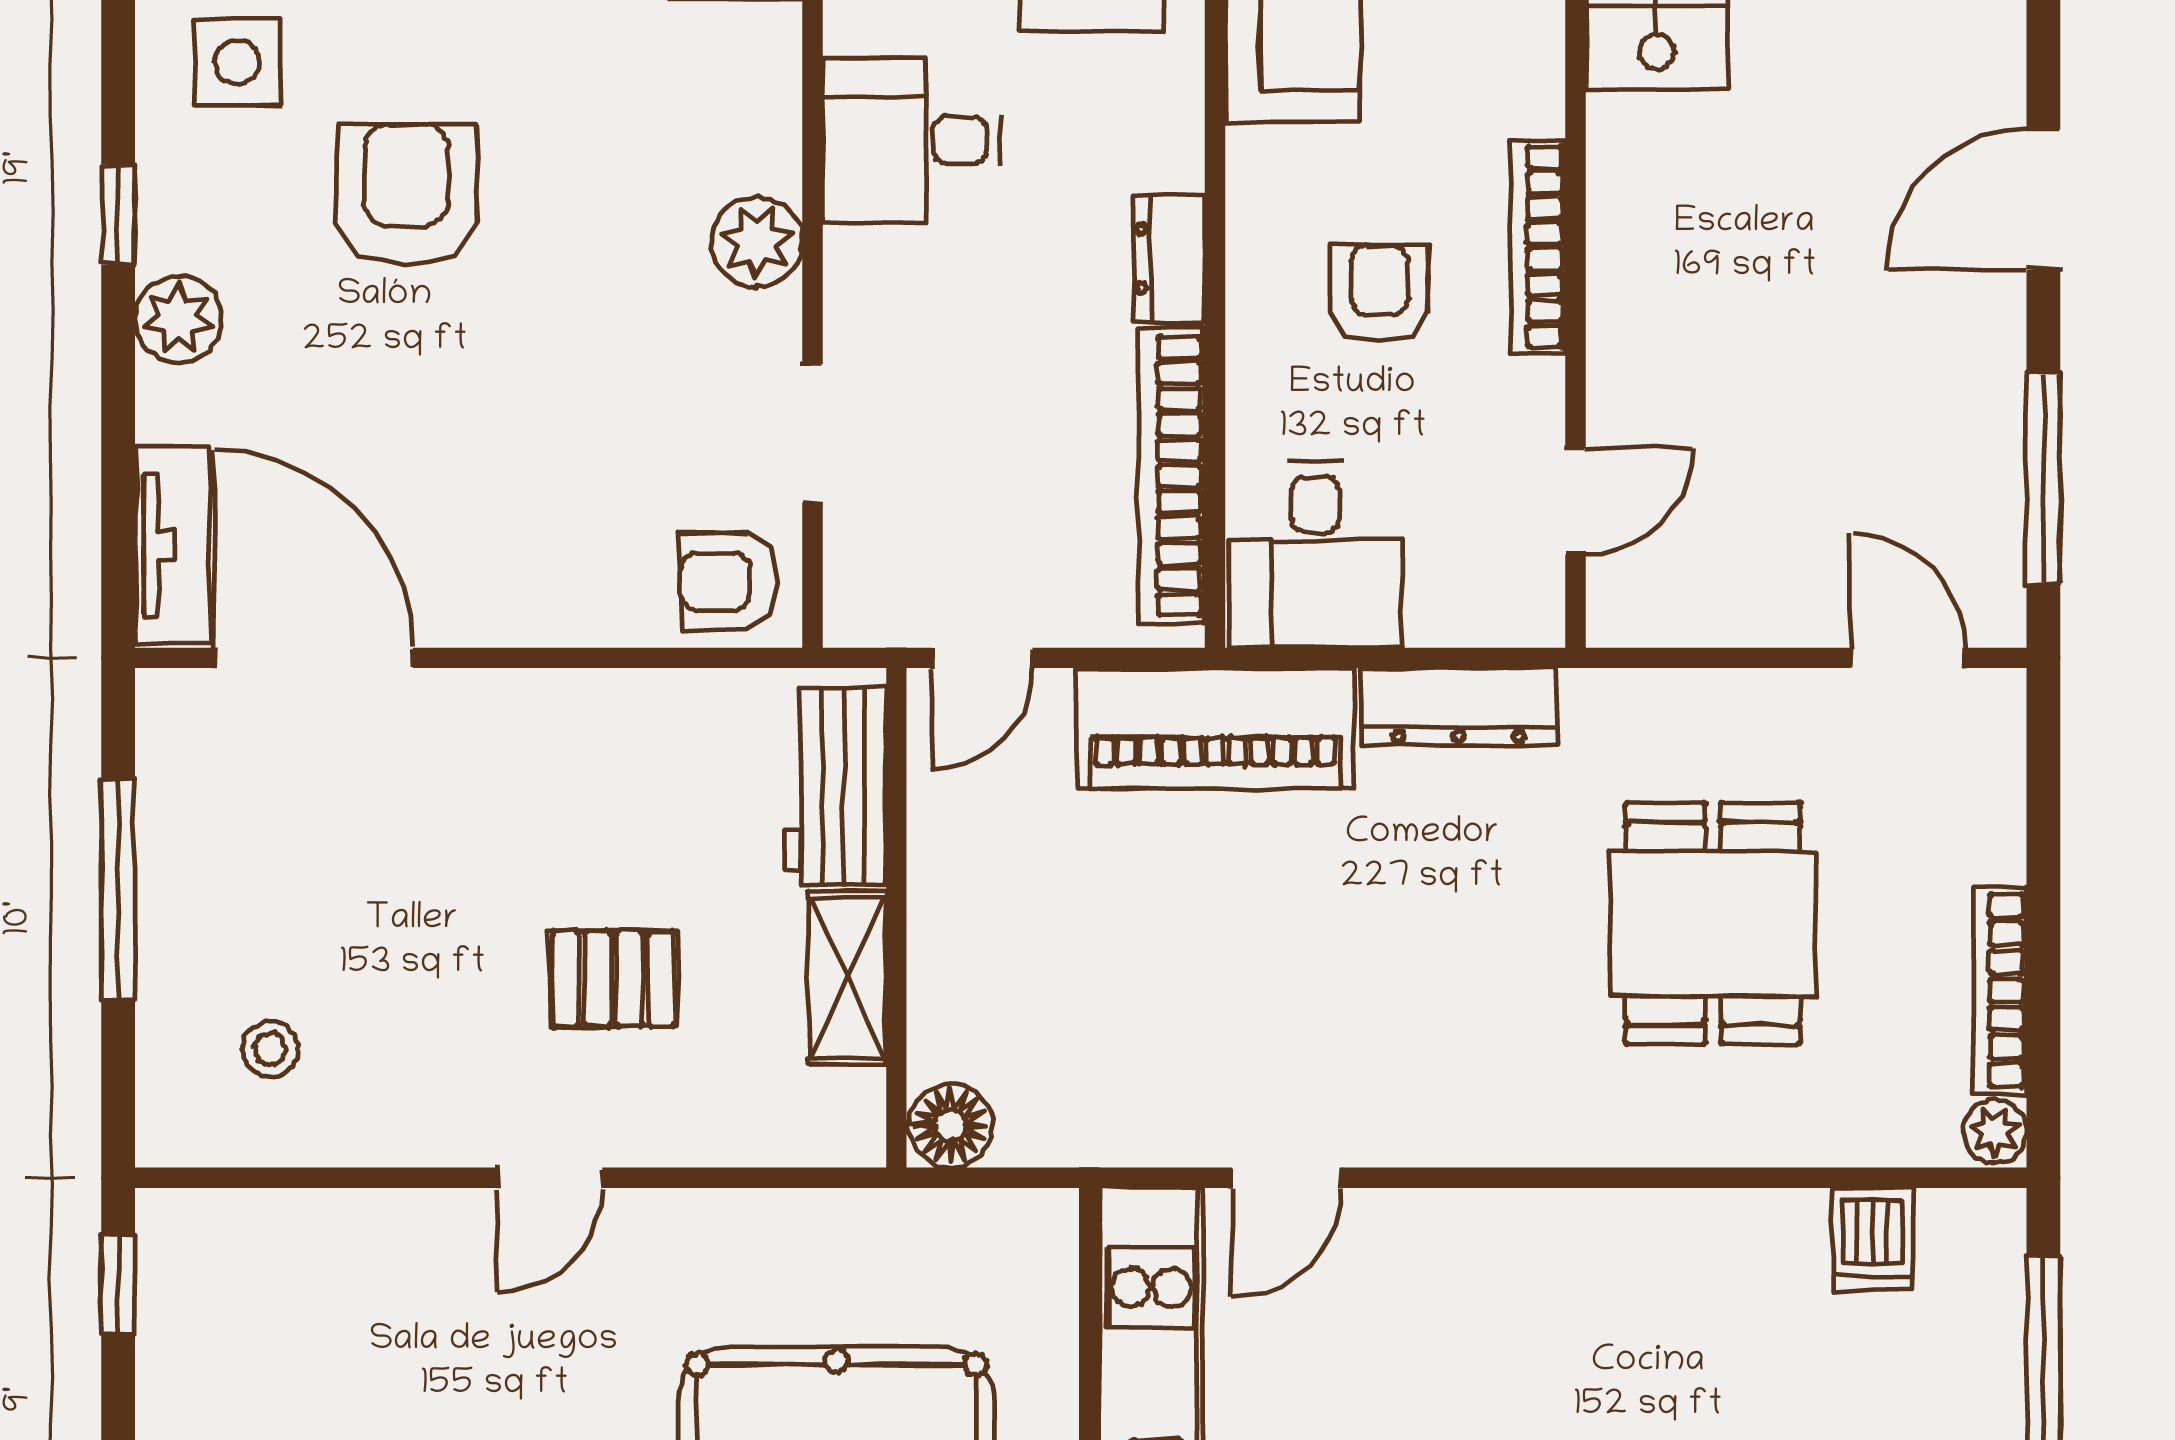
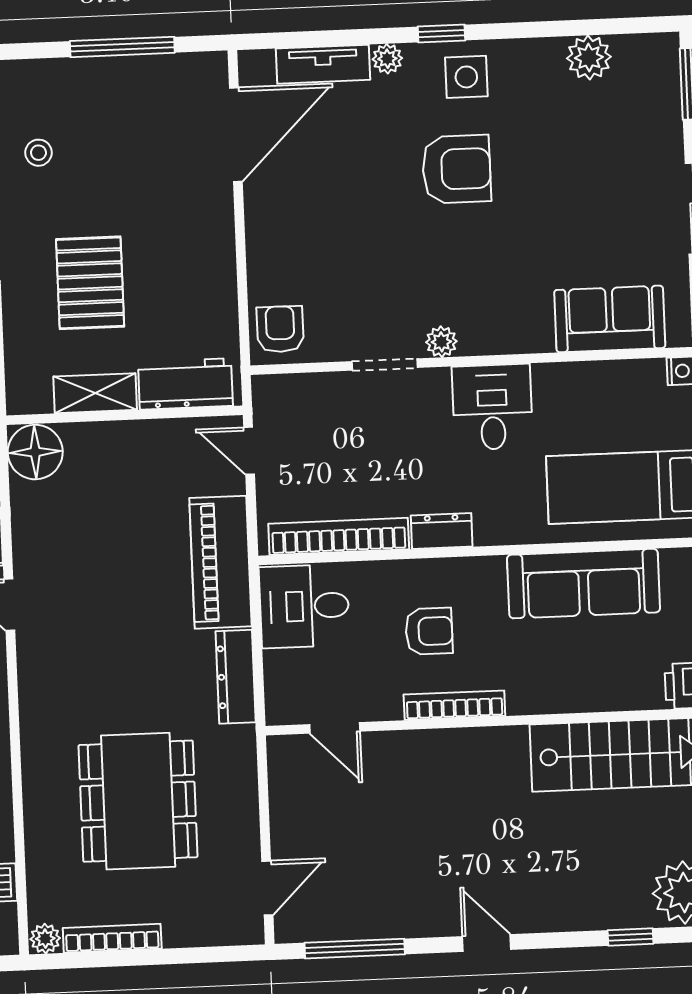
side table: (237, 62) -> (466, 77), moved
door: (2043, 200) -> (487, 943), width x0.73
plant: (757, 242) -> (441, 342), width x0.73, depth x0.73
plant: (178, 319) -> (387, 59), width x0.73, depth x0.73
doorway: (812, 433) -> (385, 365), moved
tv unit: (172, 545) -> (323, 64), moved
dining table: (1713, 923) -> (138, 801), width x1.37
pallet: (614, 979) -> (90, 283), width x1.50, depth x1.42
stool: (270, 1049) -> (39, 153), moved
floor lamp: (951, 1126) -> (35, 452), width x1.38, depth x1.38

